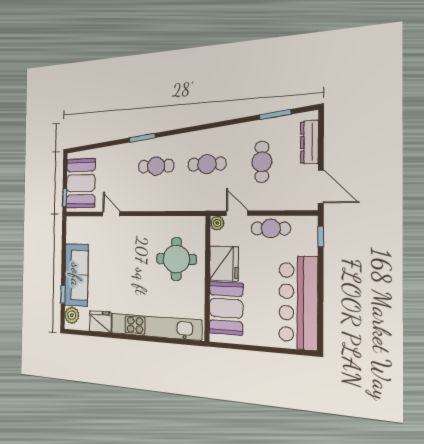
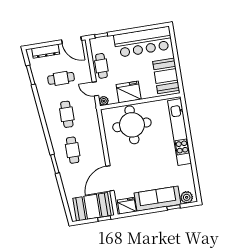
door: (321, 187) -> (72, 40), swing flipped
door: (237, 213) -> (95, 89), hinge flipped
door: (111, 214) -> (110, 178), width x1.87
round table: (176, 259) -> (132, 125), width x1.36, depth x1.36
booth: (226, 308) -> (166, 76), moved, turned 90
fridge: (100, 322) -> (127, 206), moved, turned 90

